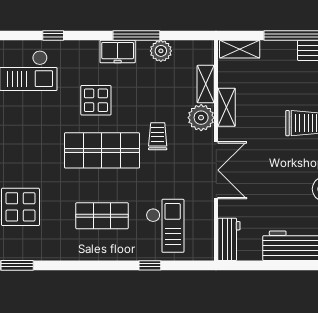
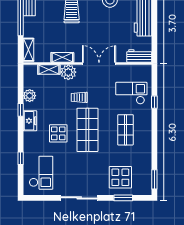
window: (136, 35) -> (21, 110), width x0.46

